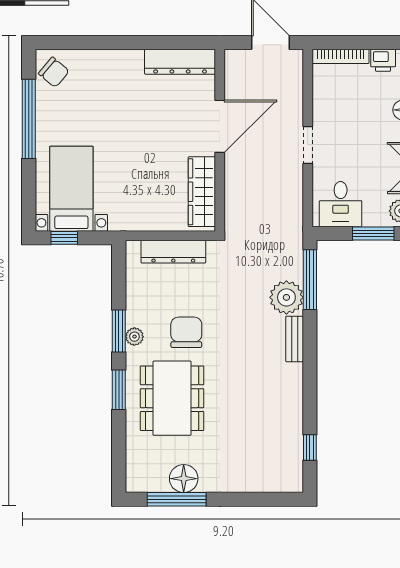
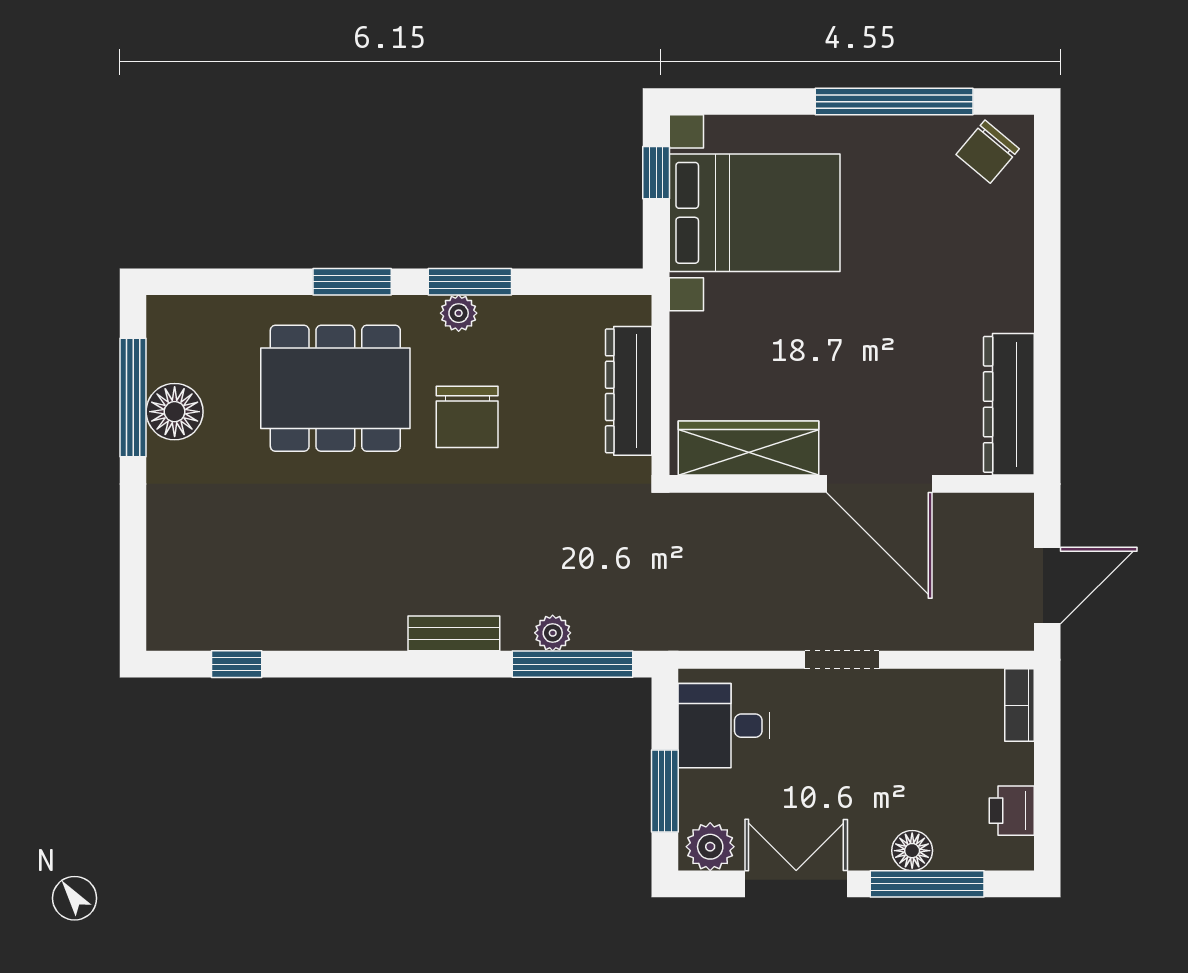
bookcase: (341, 56) -> (1020, 705), width x0.64
bed with nightstands: (71, 189) -> (755, 213), width x1.36
plant: (286, 297) -> (553, 633), width x0.53, depth x0.53
chair: (186, 332) -> (467, 417), turned 90

